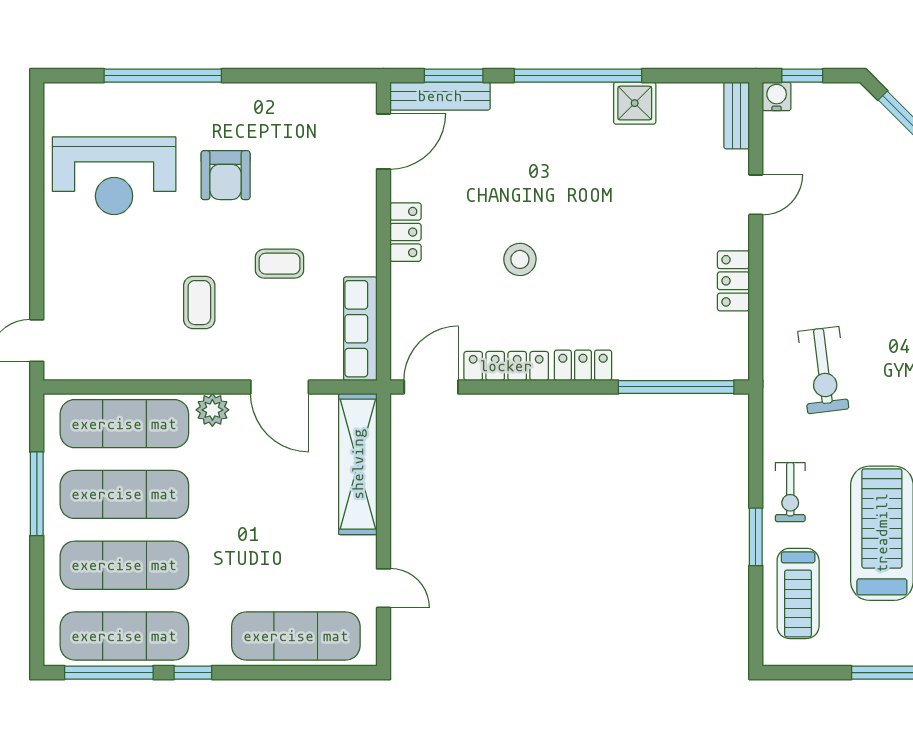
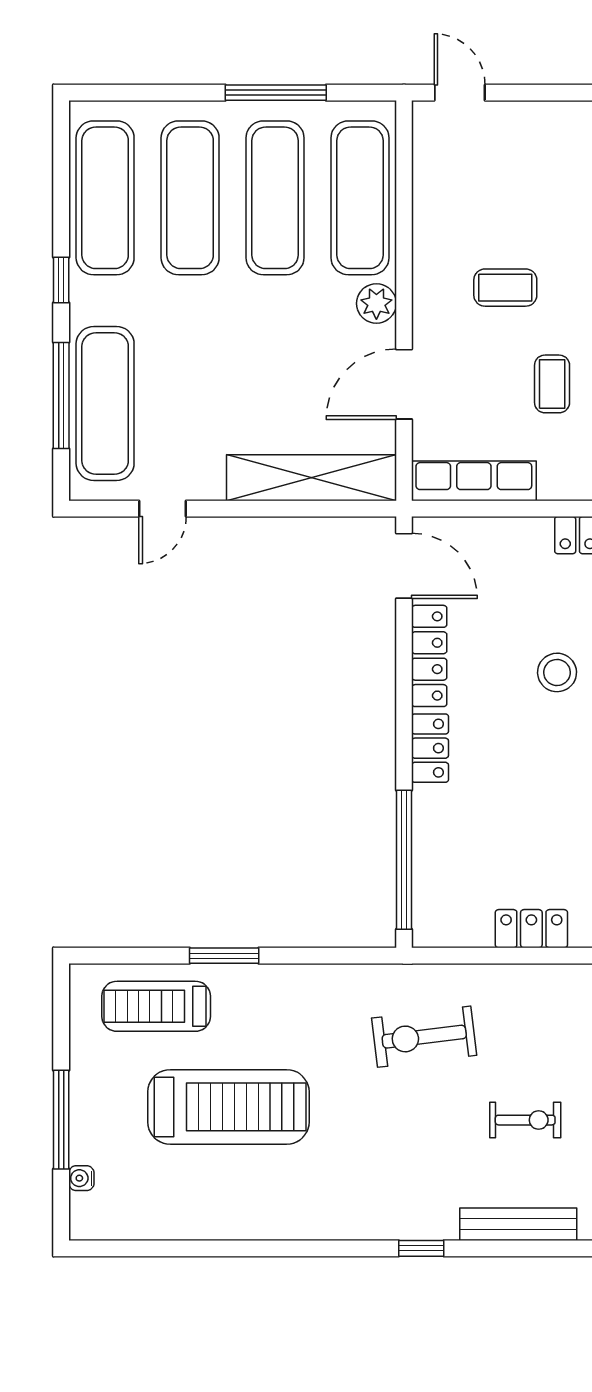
exercise bike: (790, 492) -> (525, 1120), moved, turned 180
window: (109, 673) -> (61, 395), moved

